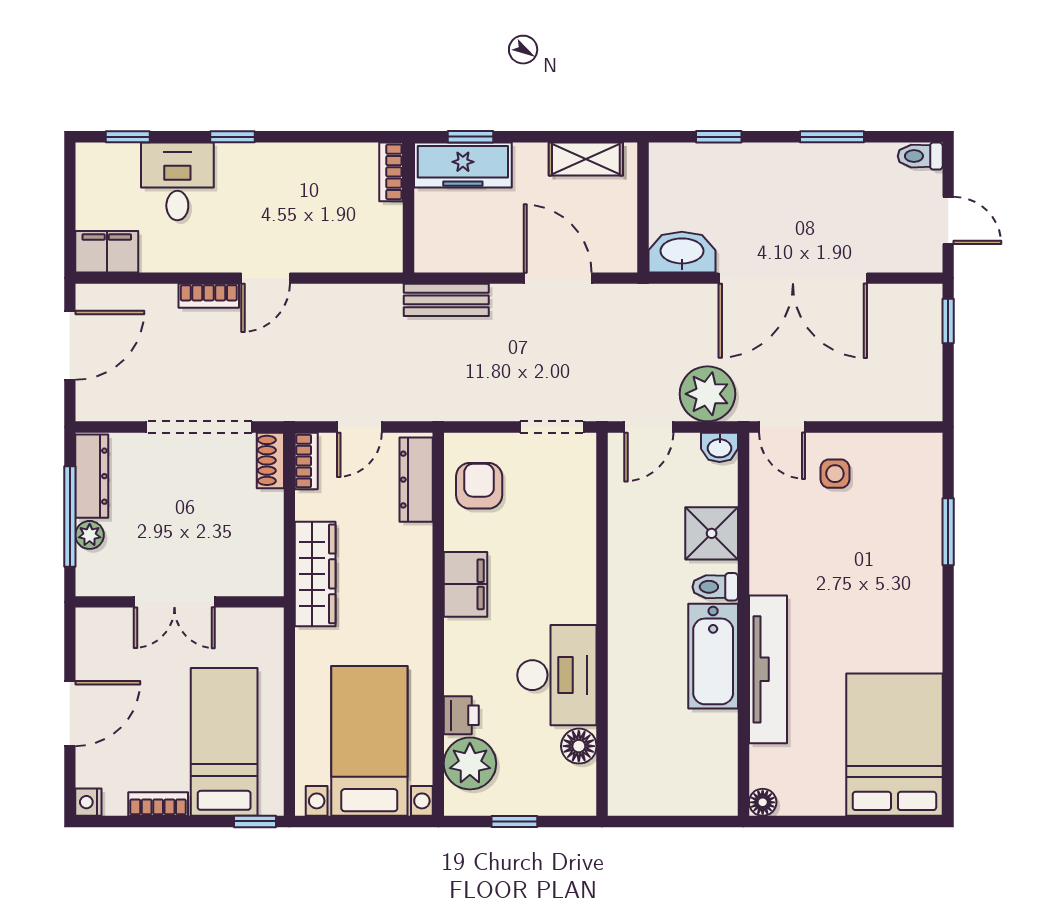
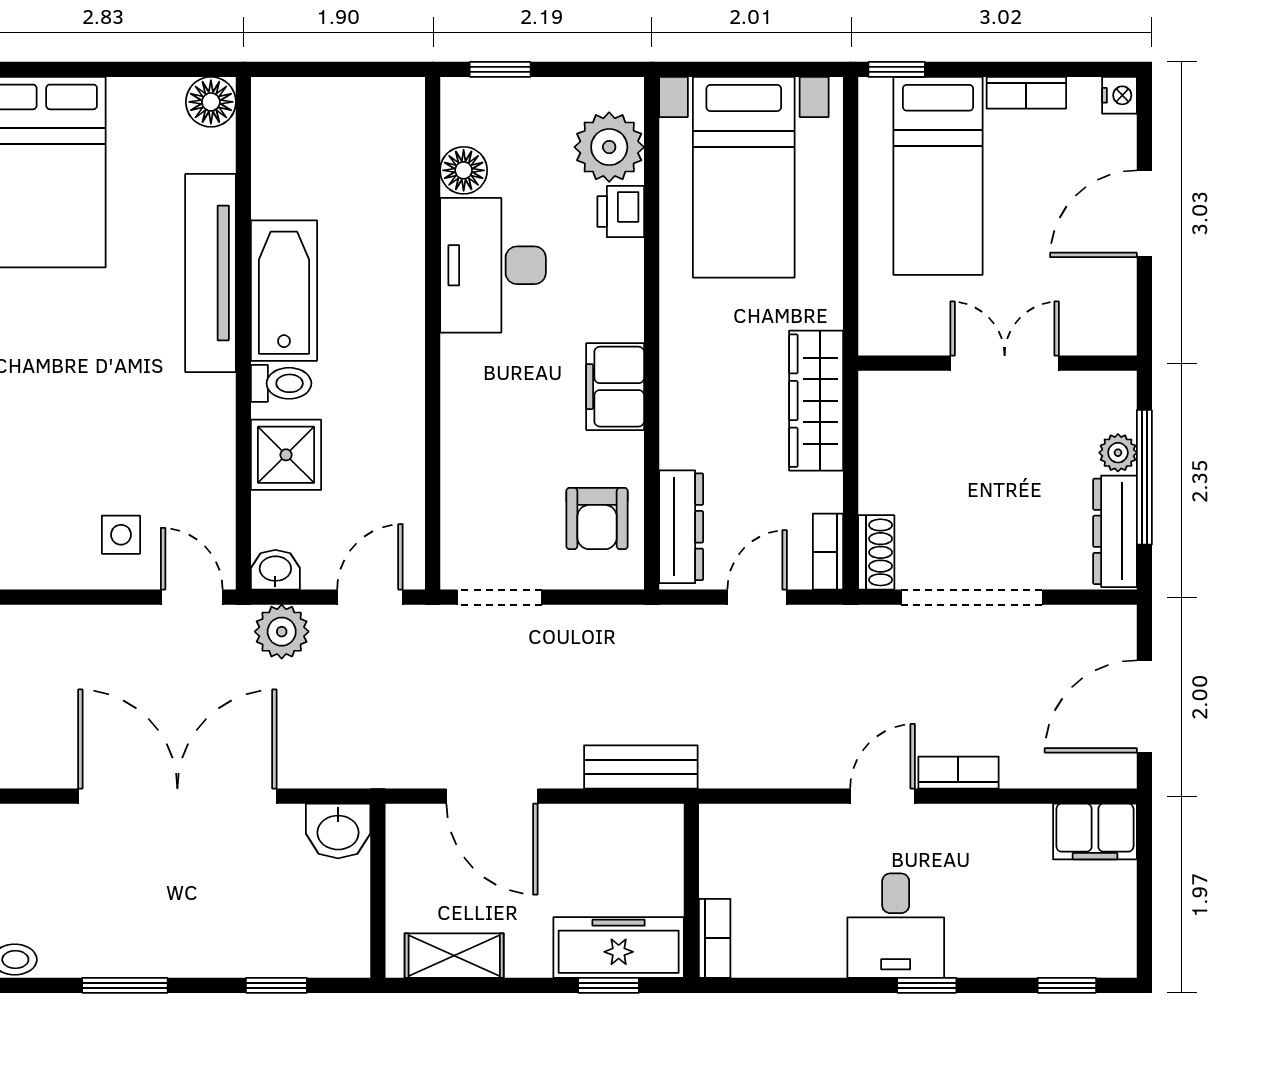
desk: (177, 181) -> (896, 926), moved
washbasin: (682, 252) -> (338, 831), width x0.72
plant: (707, 394) -> (282, 632), width x0.73, depth x0.73
floor lamp: (763, 802) -> (211, 102), width x1.37, depth x1.37
window: (514, 821) -> (500, 69), moved

